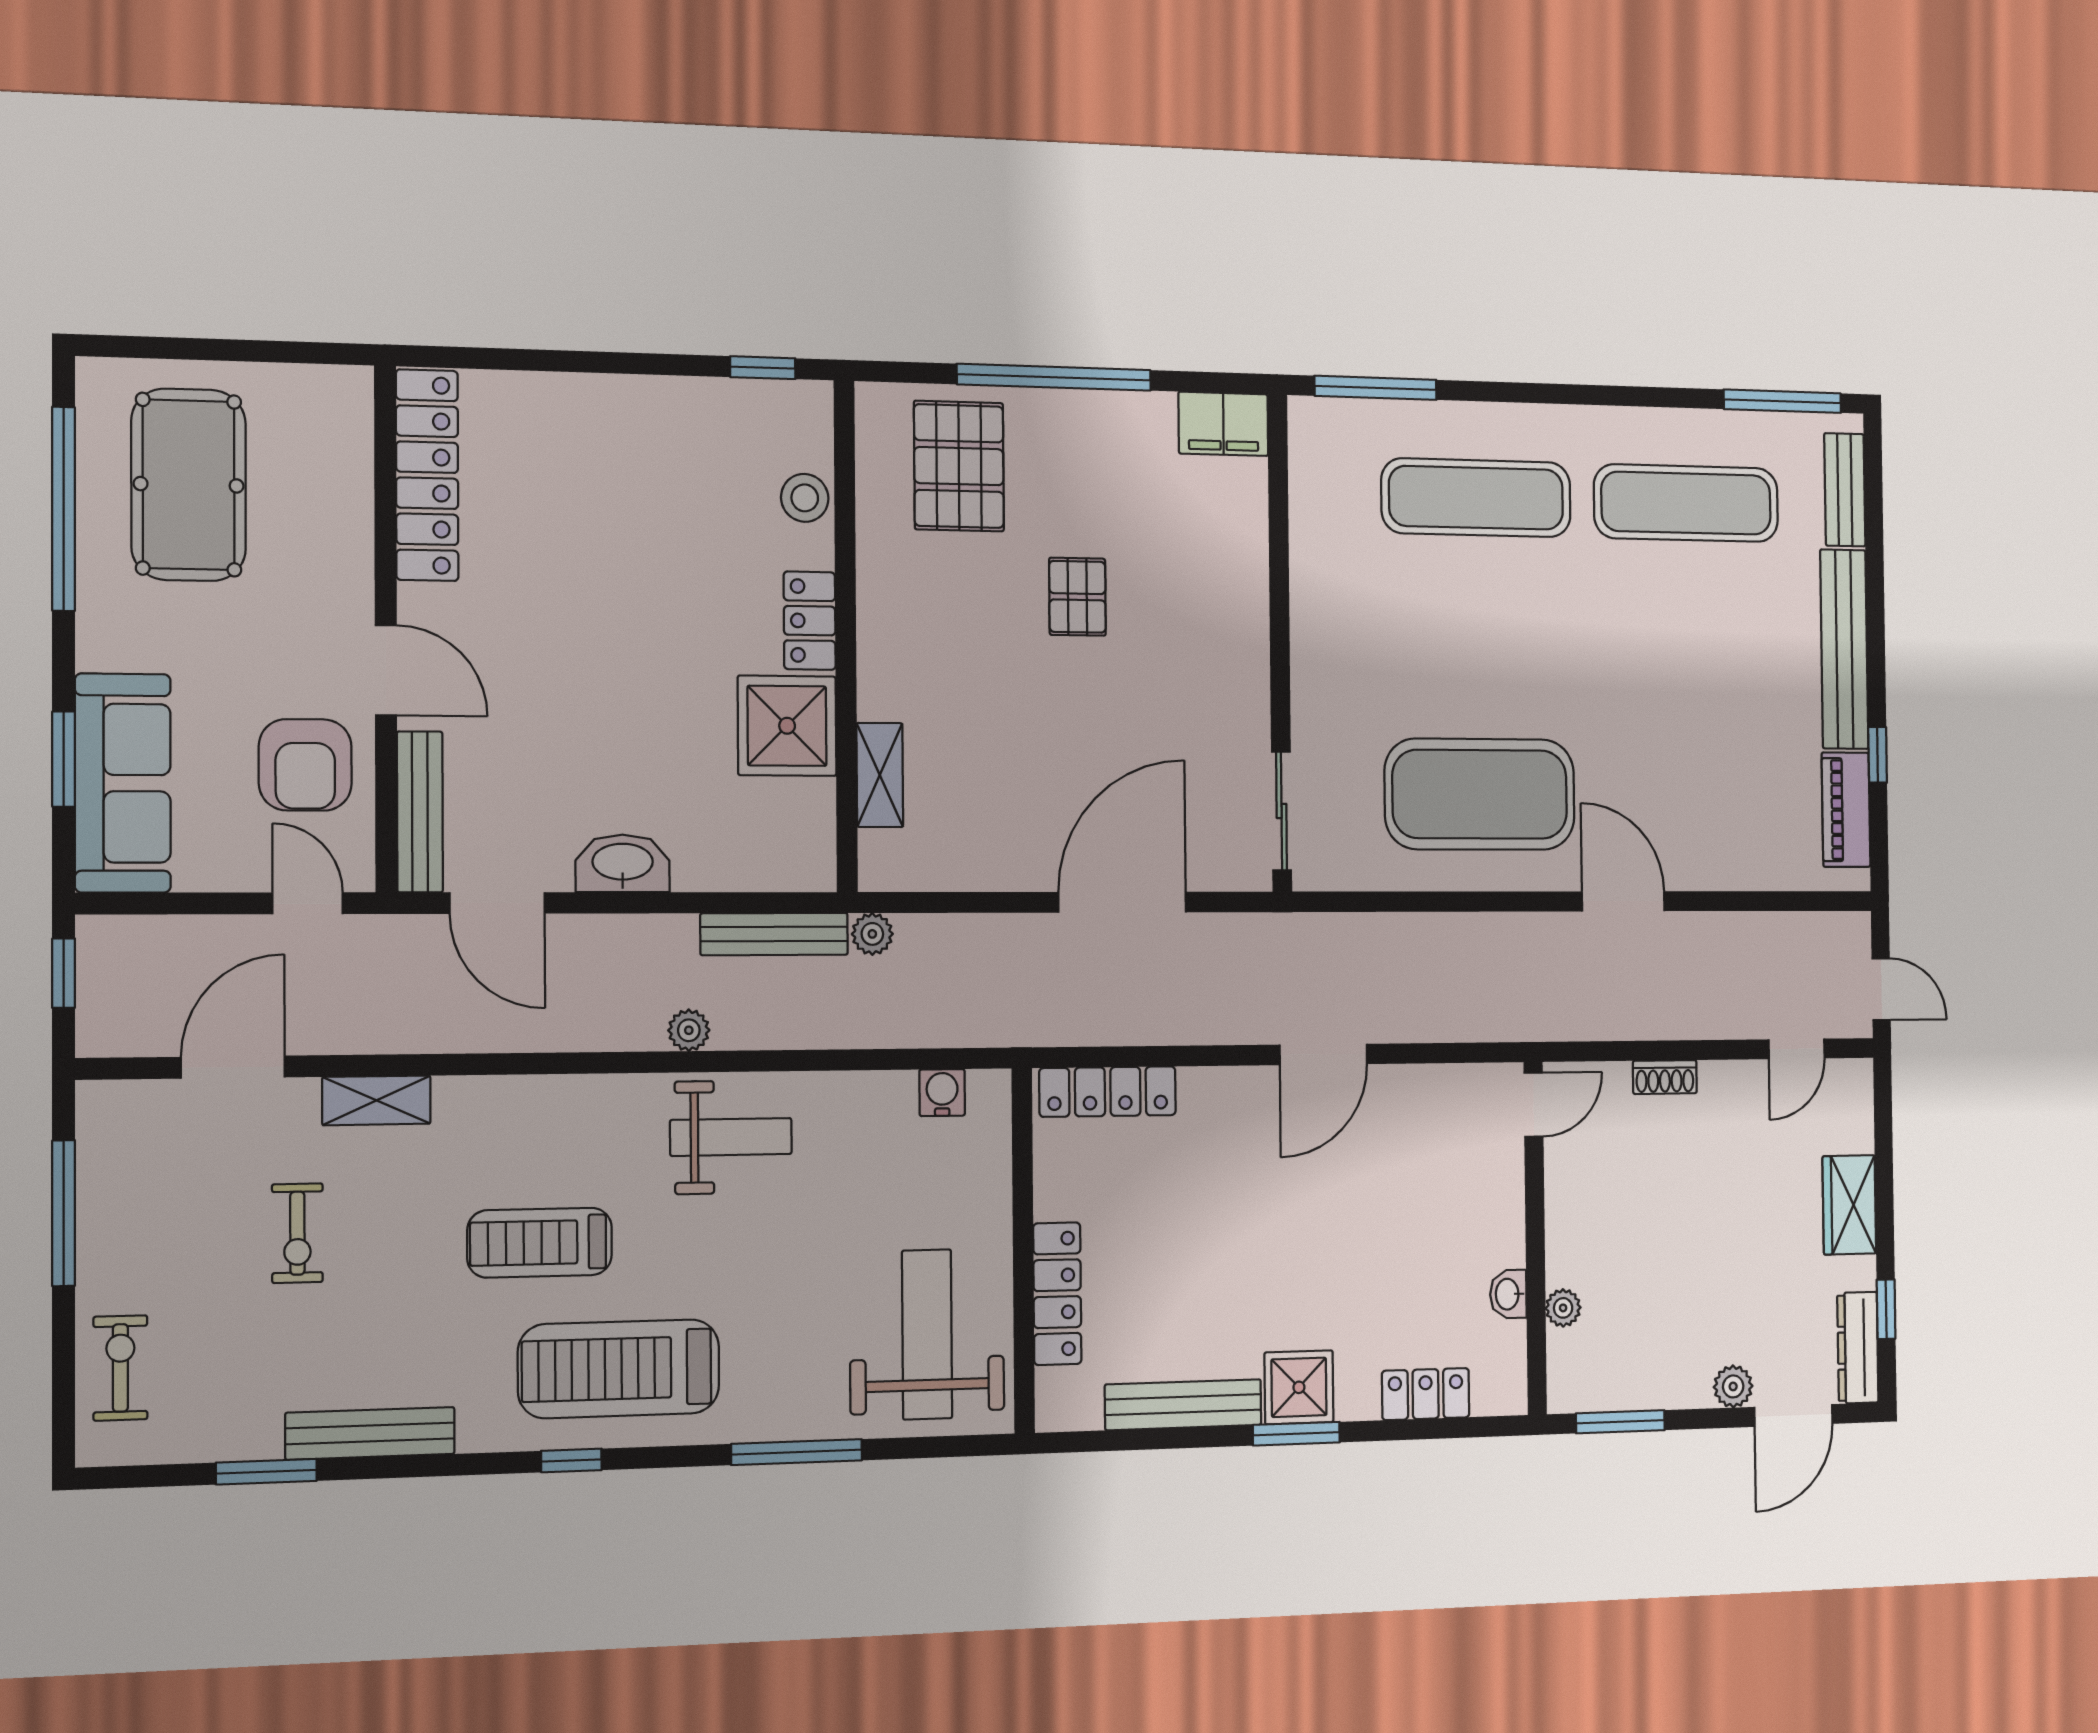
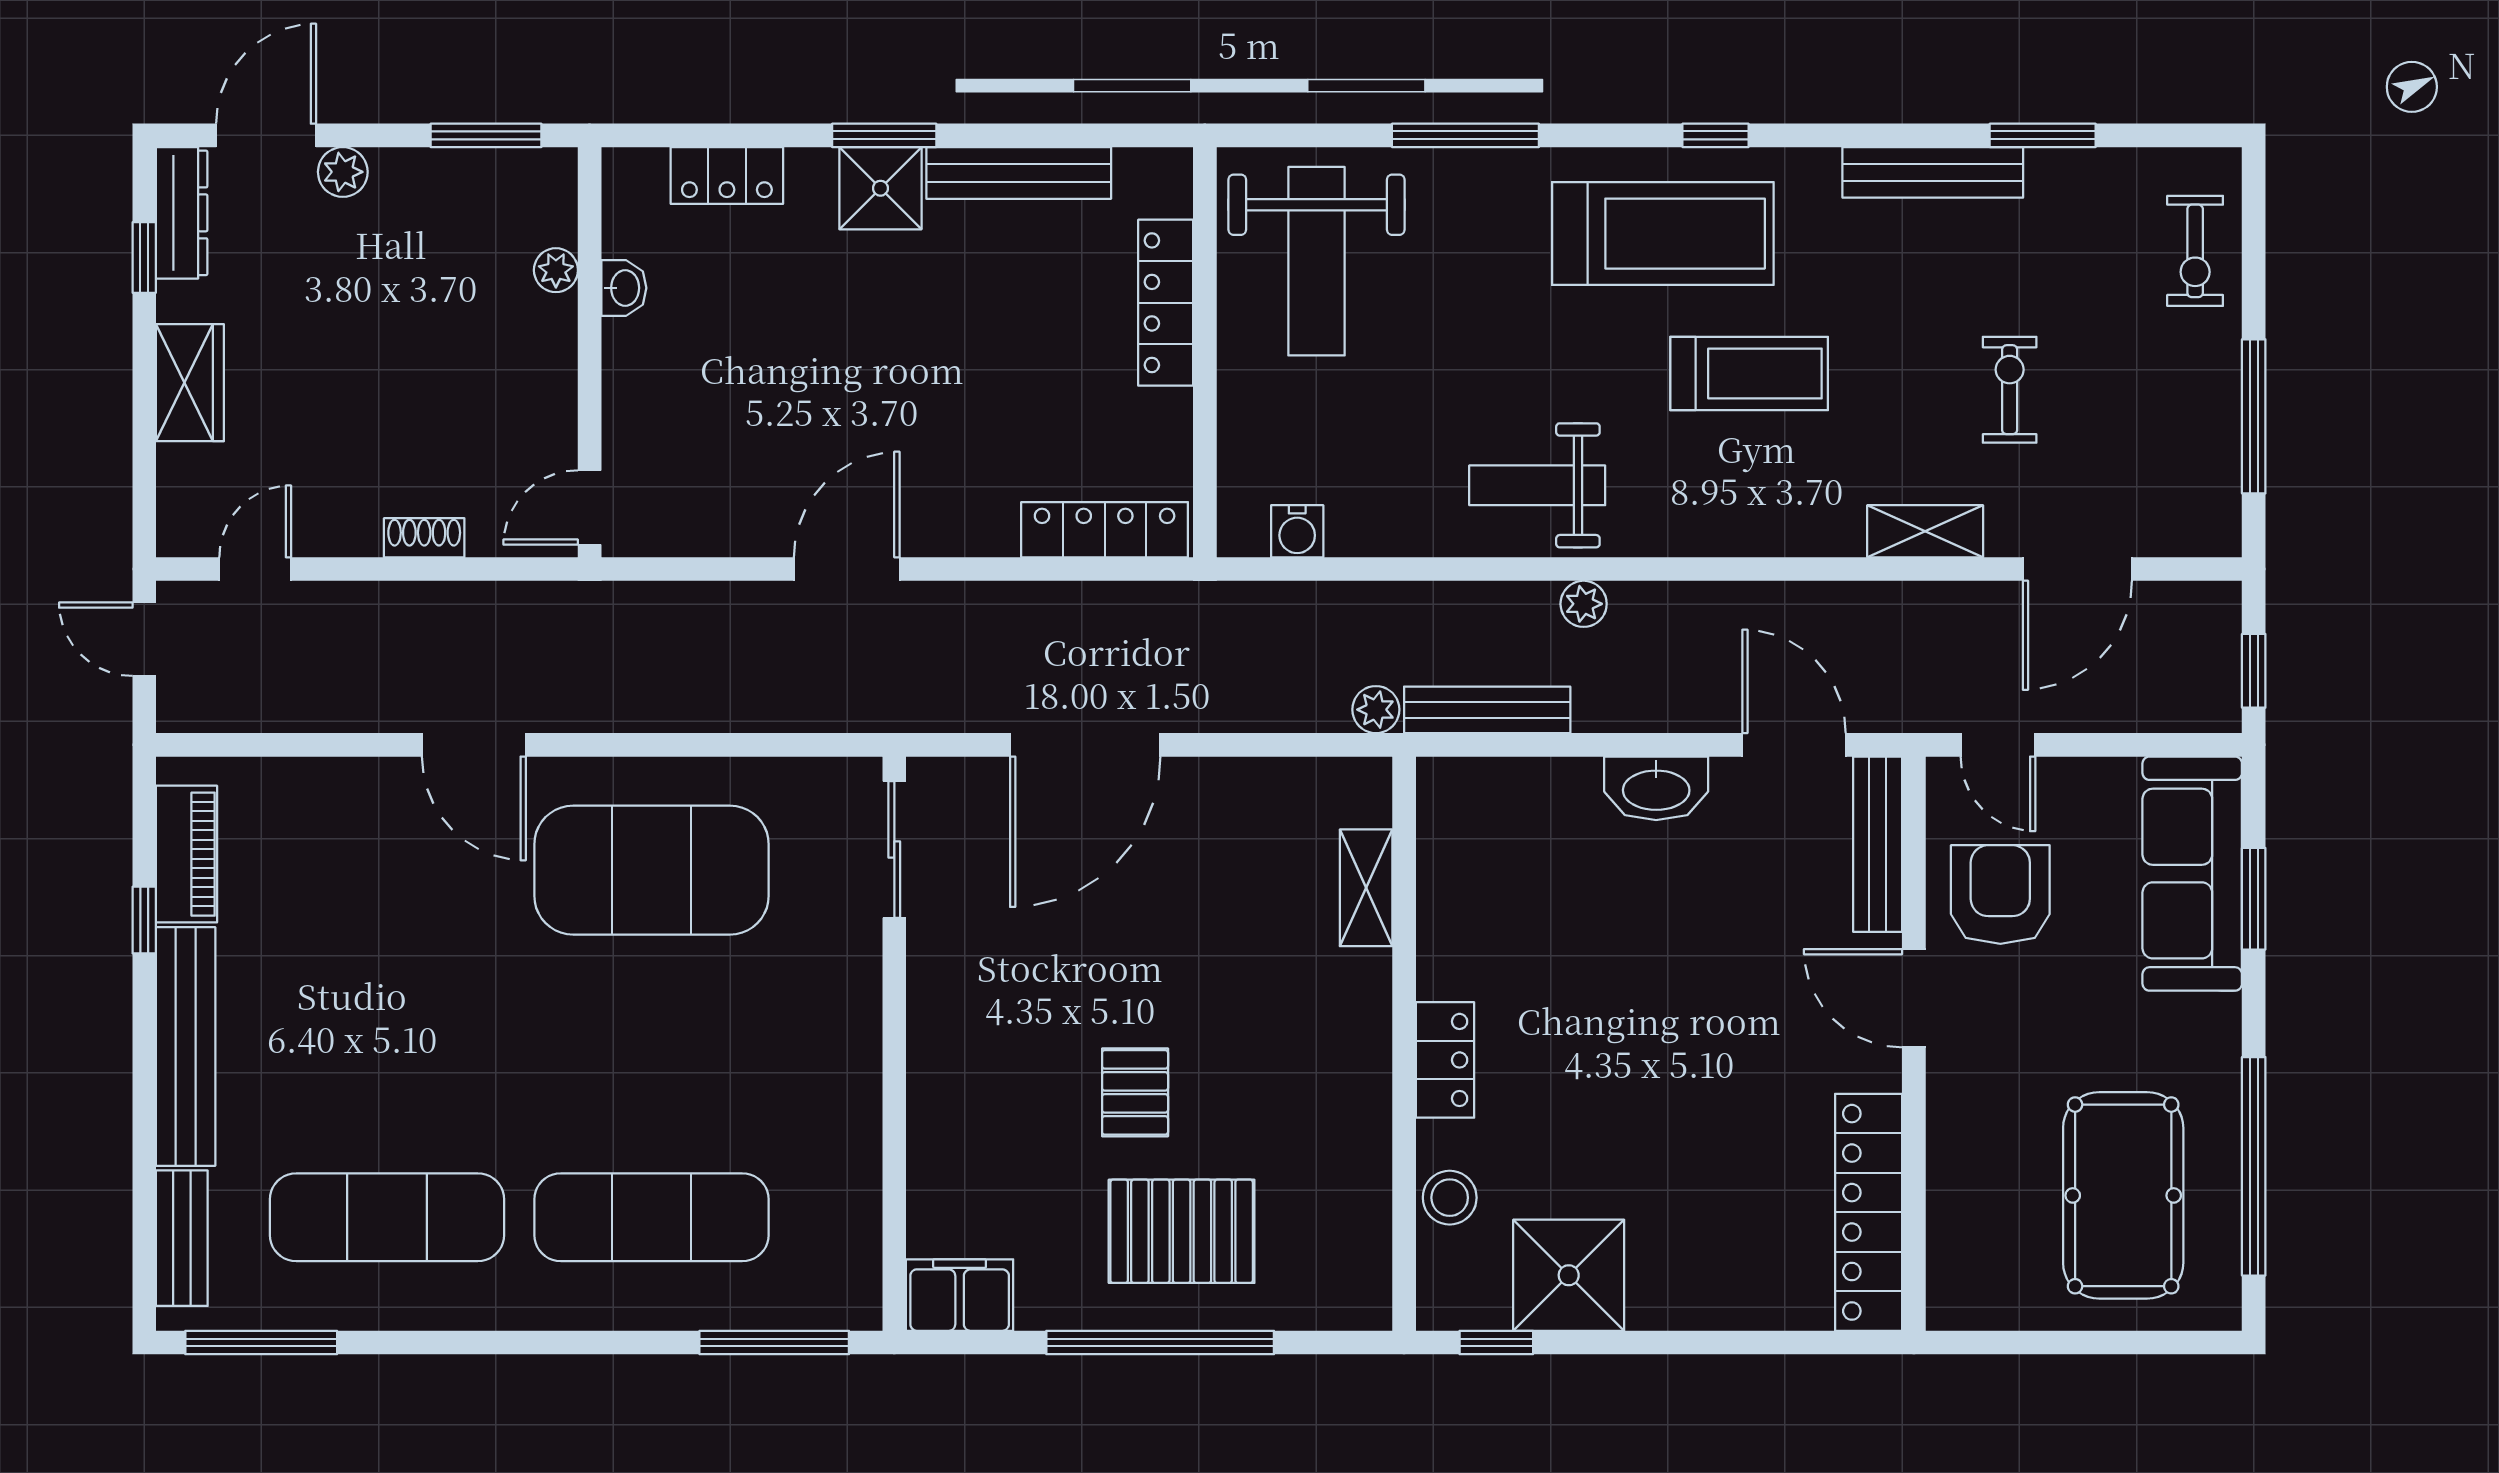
pallet: (959, 466) -> (1182, 1231), moved, turned 90
shower: (787, 726) -> (1569, 1275), moved

